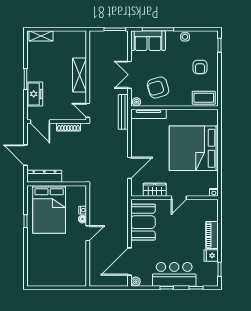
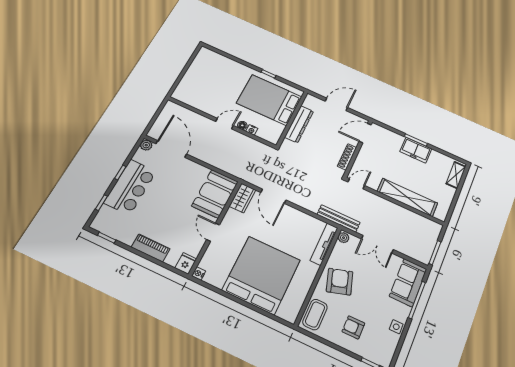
shelving: (80, 75) -> (407, 197), width x1.47
double door: (129, 75) -> (377, 244), swing flipped
armchair: (158, 87) -> (340, 282), moved
freezer: (35, 94) -> (416, 150), moved
dresser: (44, 176) -> (299, 124), moved
wardrobe: (155, 190) -> (243, 198), moved
booth: (143, 222) -> (215, 194), moved, turned 90
door: (88, 233) -> (224, 124), swing flipped
fridge: (211, 256) -> (186, 263), moved

